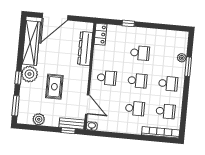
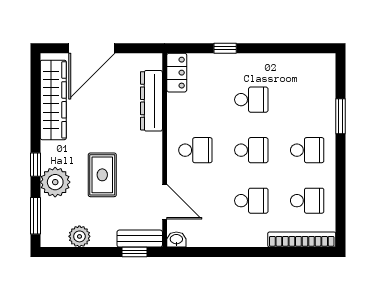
plant: (182, 58) -> (327, 101), removed
plant: (29, 74) -> (55, 182), moved

